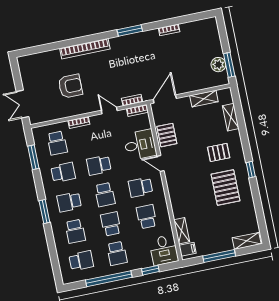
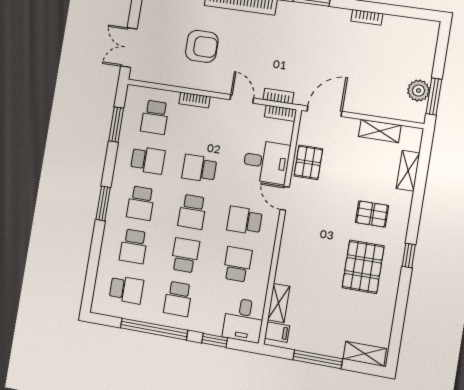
school desk: (69, 202) -> (141, 203), turned -90

